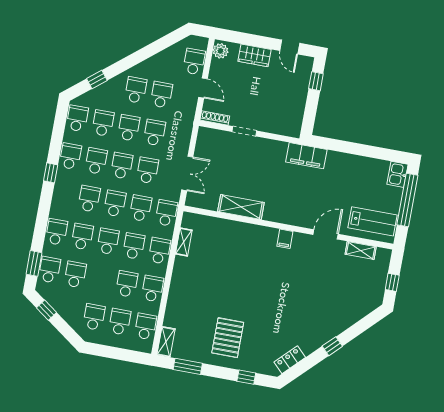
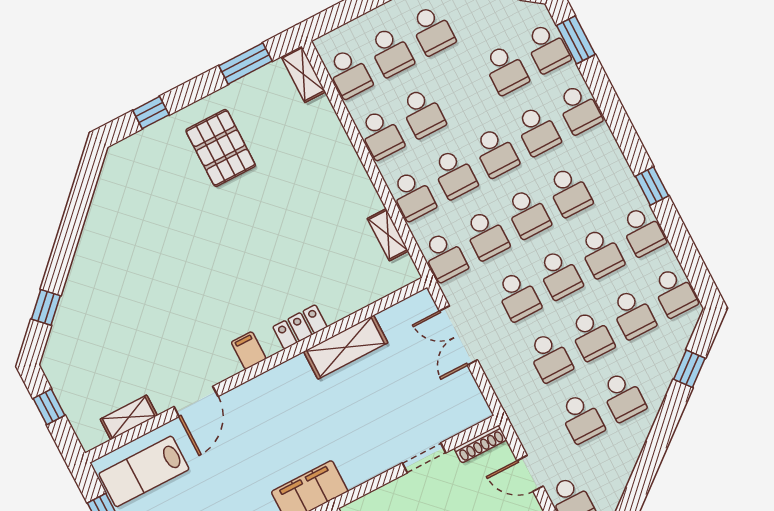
window: (332, 346) -> (46, 307), moved
locker: (290, 360) -> (300, 327), moved, turned -135

